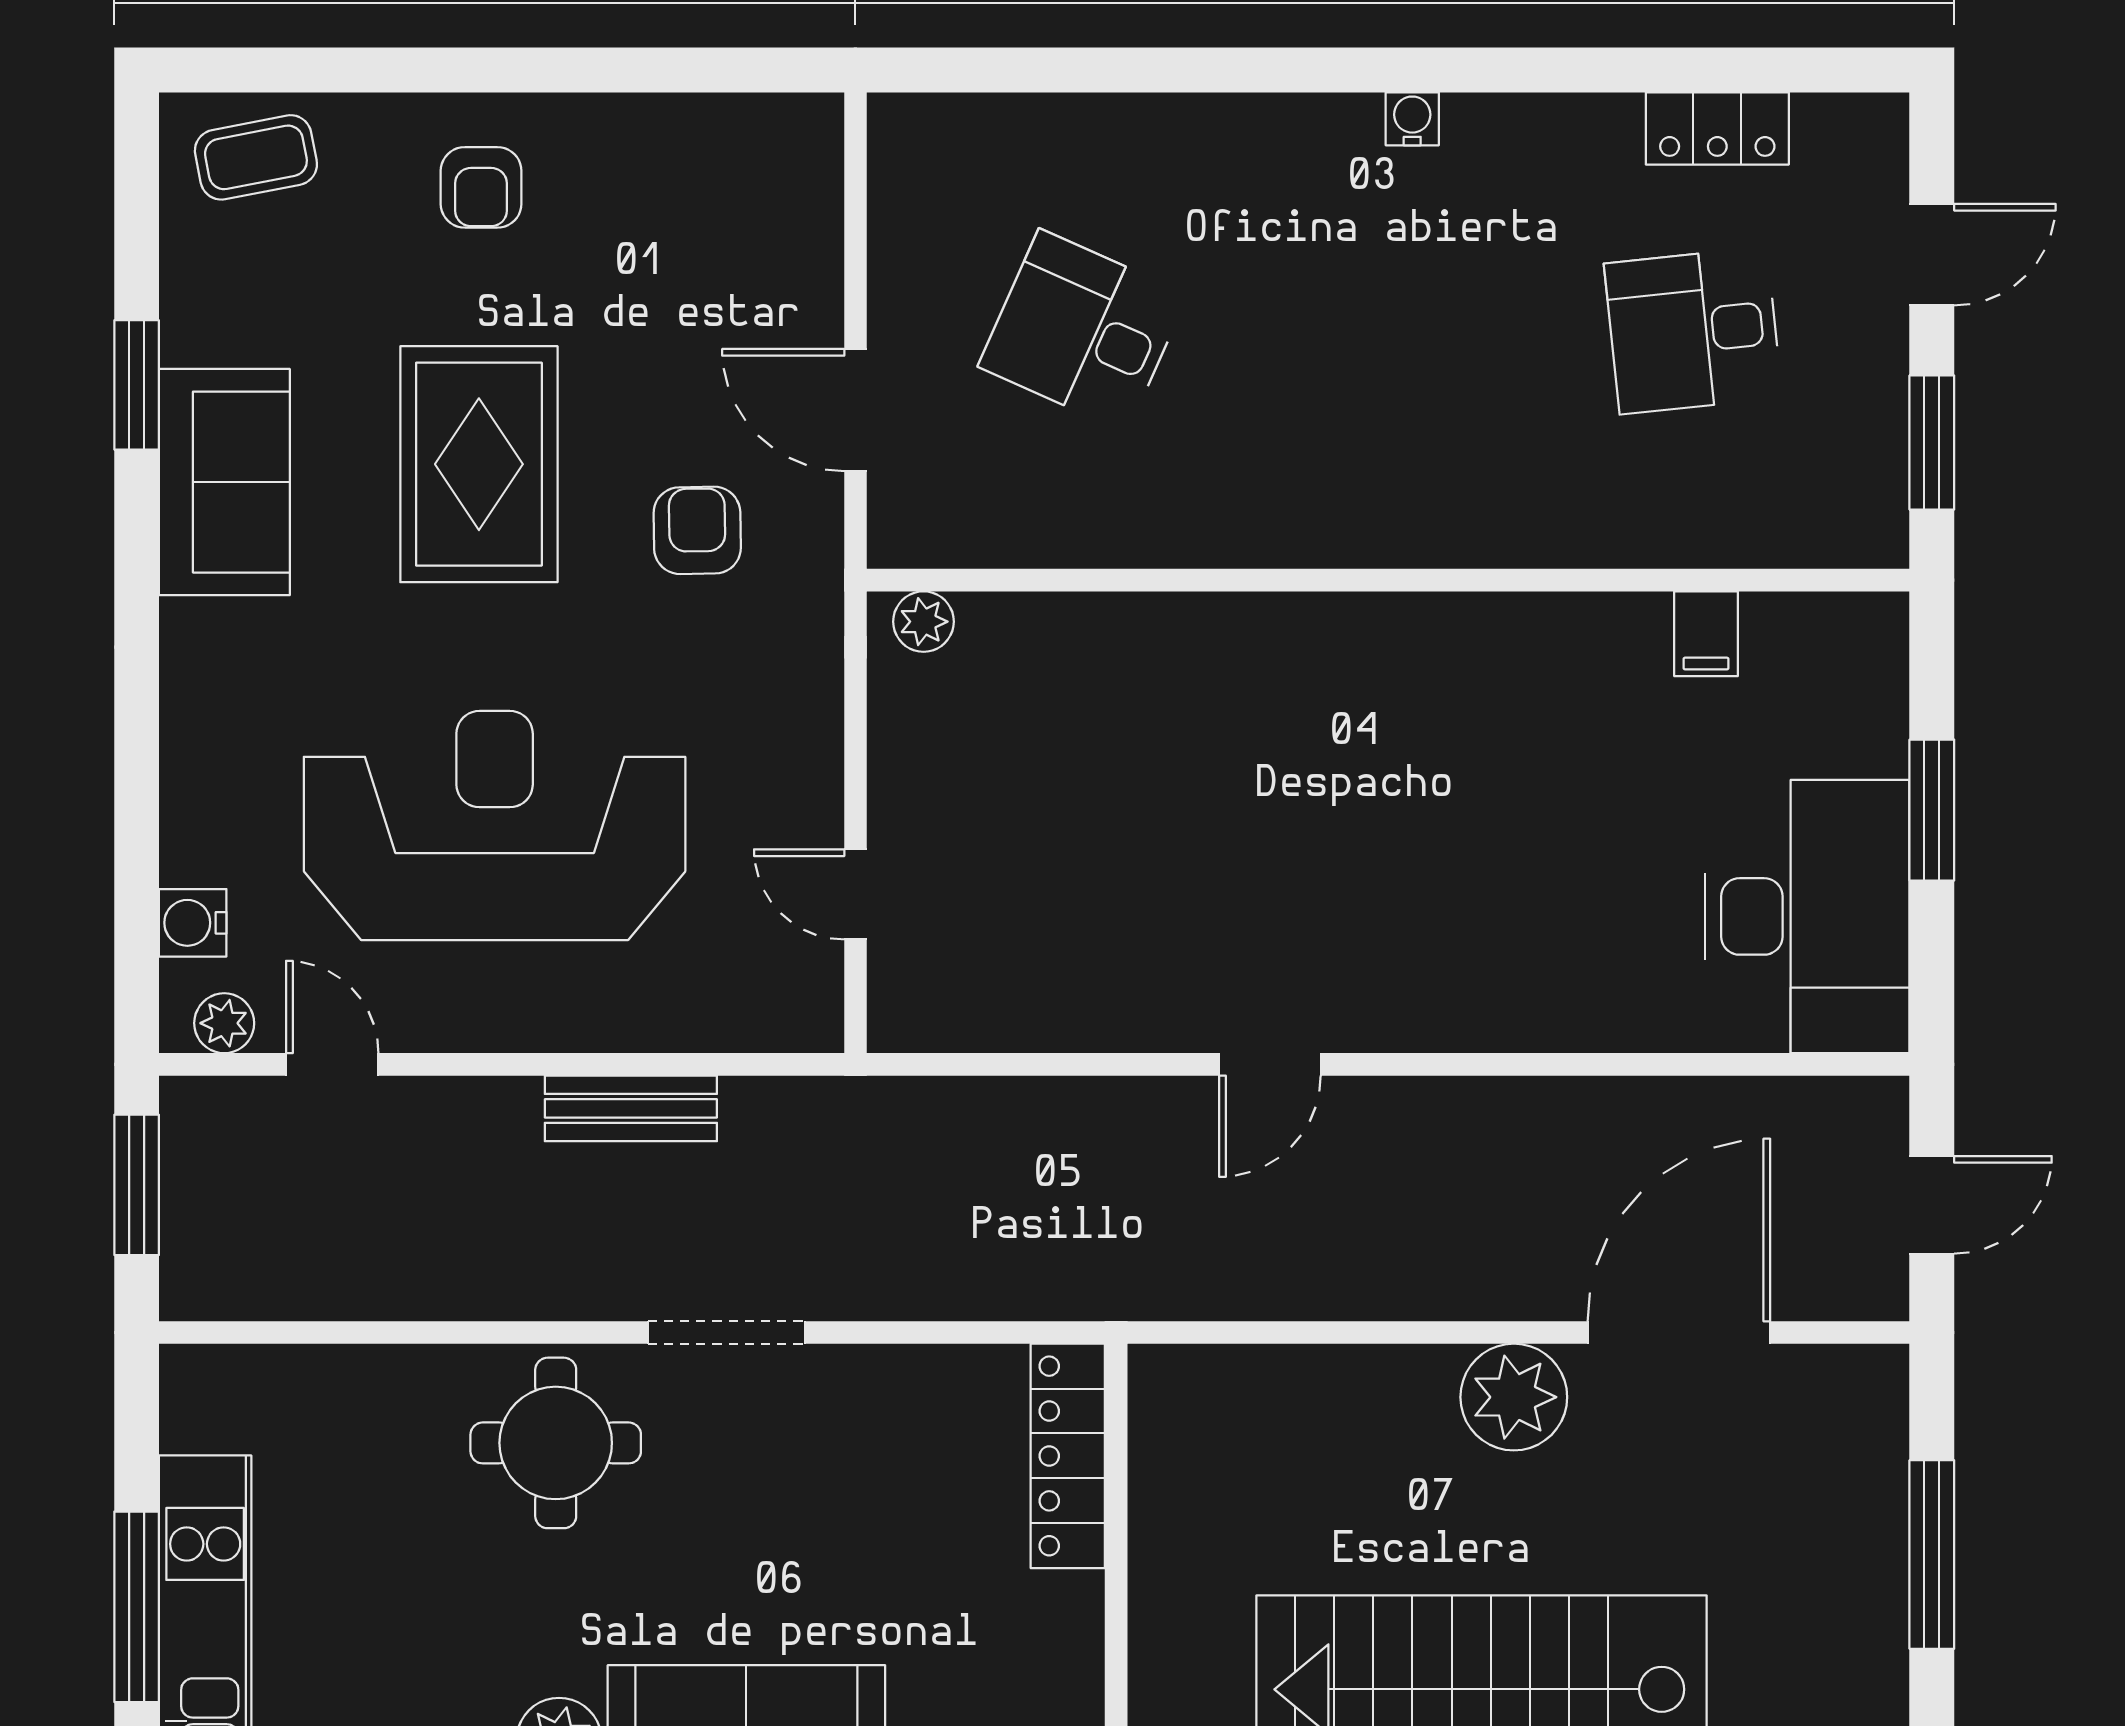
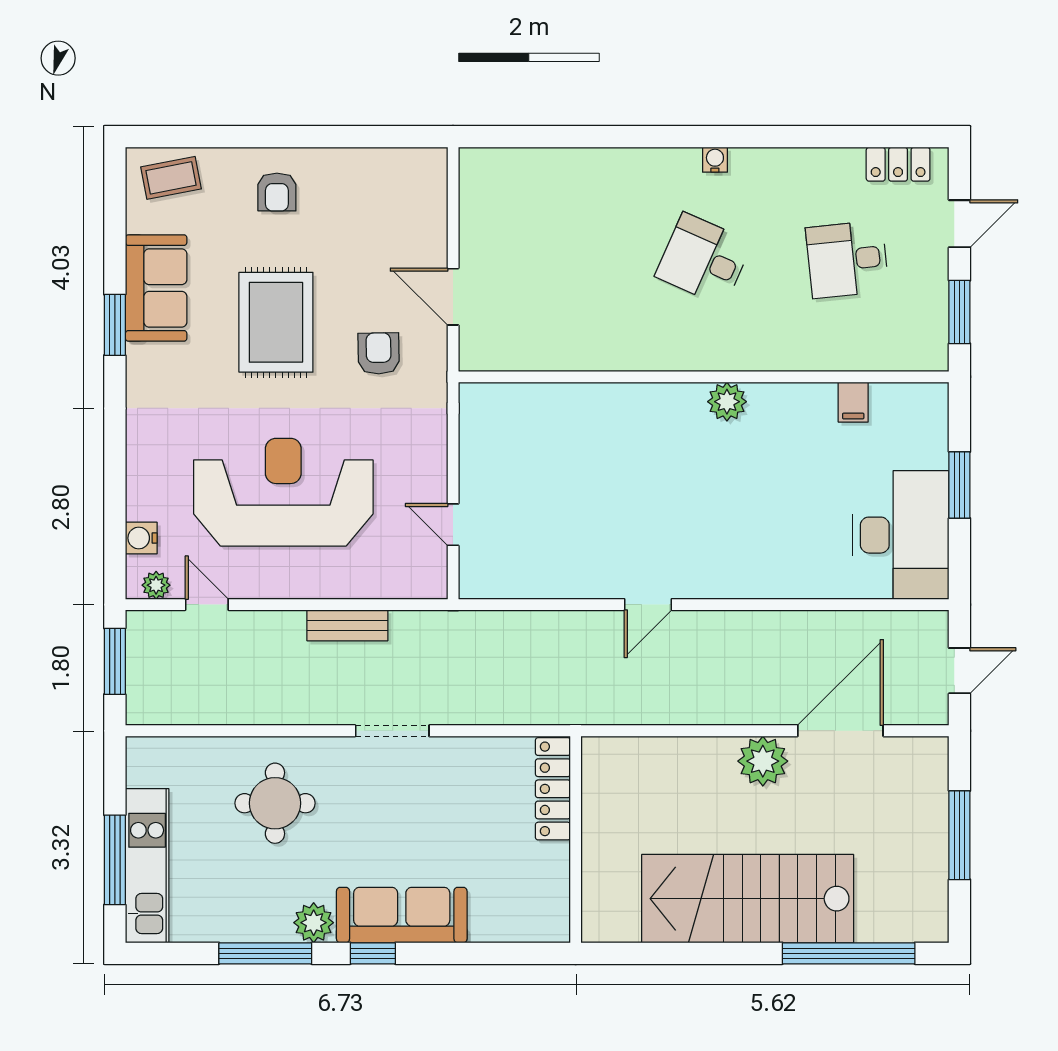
locker: (1717, 128) -> (898, 164), moved
desk: (1083, 331) -> (704, 259), moved
window: (137, 385) -> (115, 325), moved
sofa: (224, 482) -> (156, 288), moved
plant: (924, 622) -> (727, 402), moved, width x1.38, depth x1.38
round table: (556, 1443) -> (275, 803), moved

